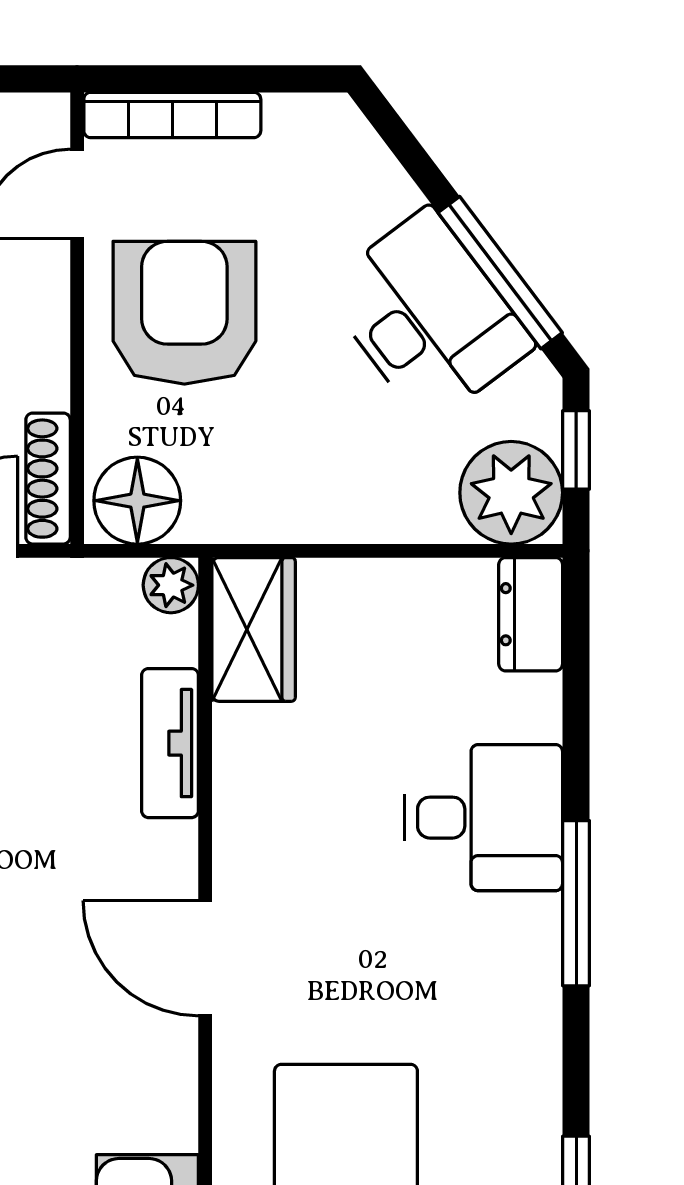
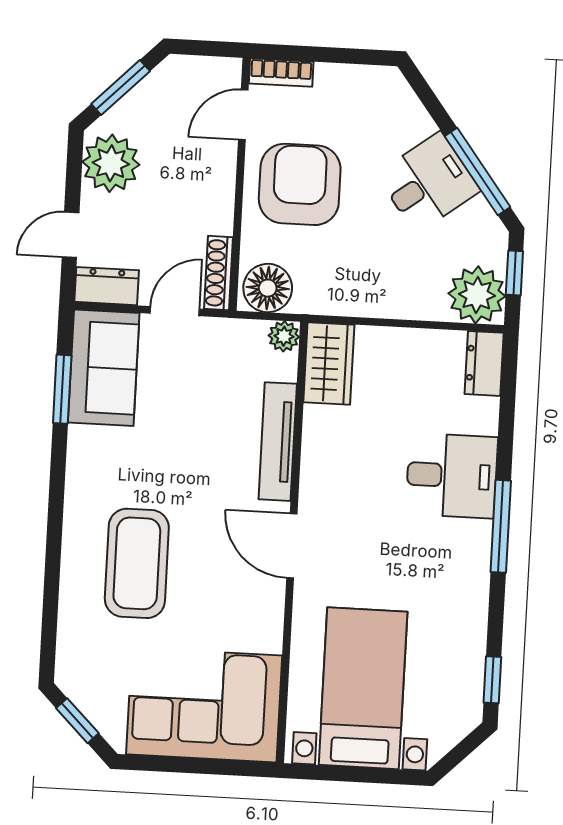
bookcase: (172, 115) -> (281, 73), width x0.64
desk: (428, 317) -> (428, 183), width x0.73
tv unit: (170, 743) -> (278, 442), width x1.41

